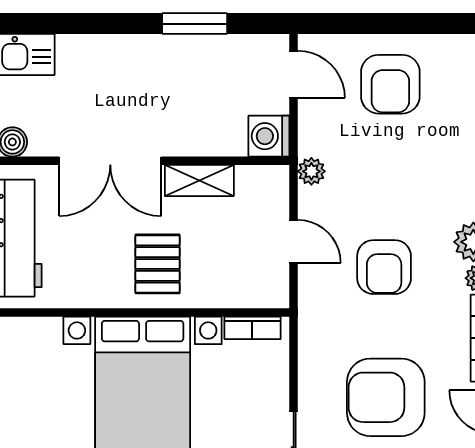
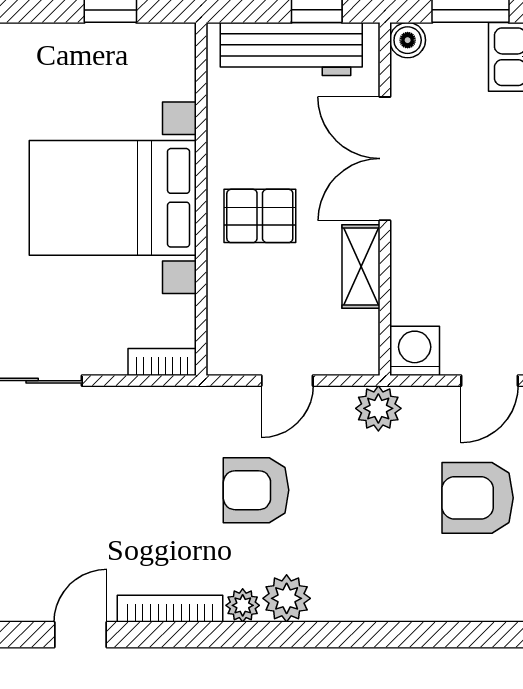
plant: (311, 171) -> (378, 408), width x1.38, depth x1.38
bookcase: (252, 328) -> (162, 362), moved, turned 90
armchair: (386, 397) -> (98, 492), removed

